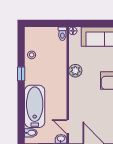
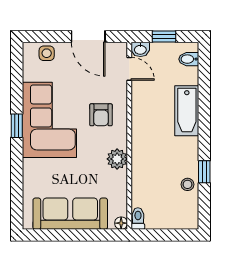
window: (21, 74) -> (204, 172), moved
armchair: (85, 98) -> (101, 115), added
bathtub: (35, 106) -> (187, 111), width x0.73, depth x0.73

